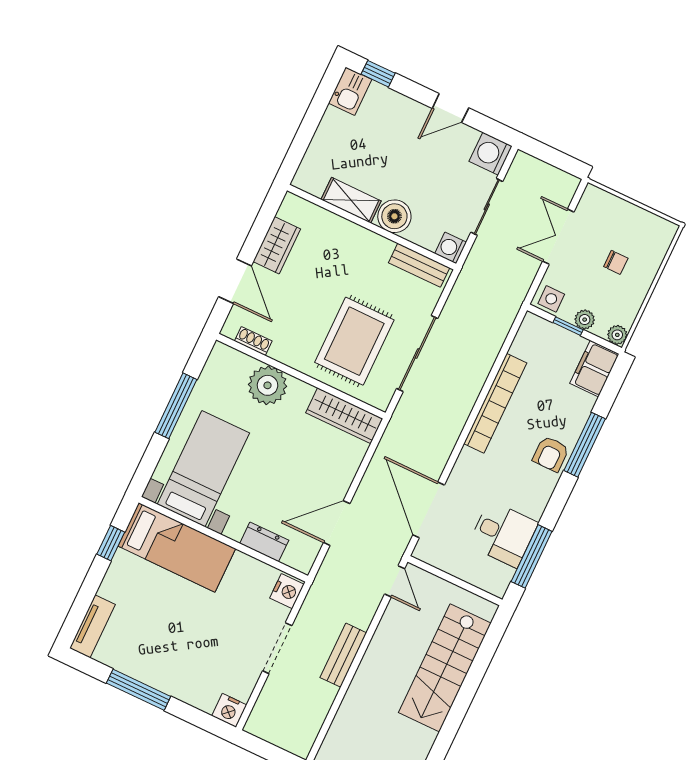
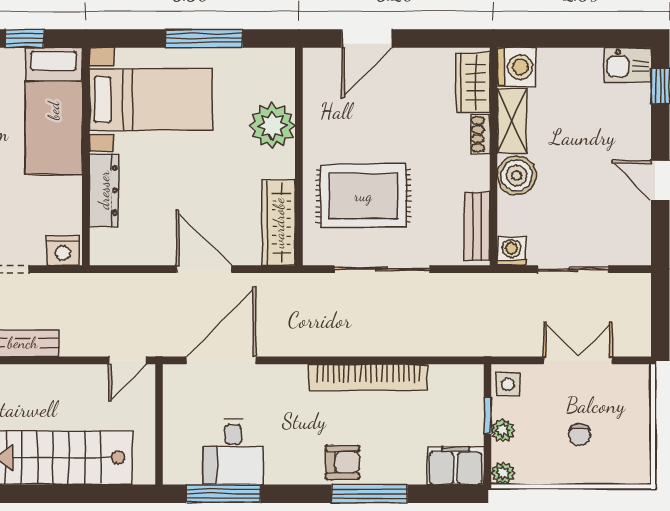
washing machine: (491, 154) -> (516, 67), moved, turned 90
wardrobe: (277, 245) -> (473, 82), moved, turned 90
shoe rack: (253, 341) -> (480, 134), moved, turned 180
armchair: (551, 454) -> (343, 462), turned 180
door: (337, 523) -> (204, 269), moved
dresser: (264, 542) -> (104, 190), width x1.44

